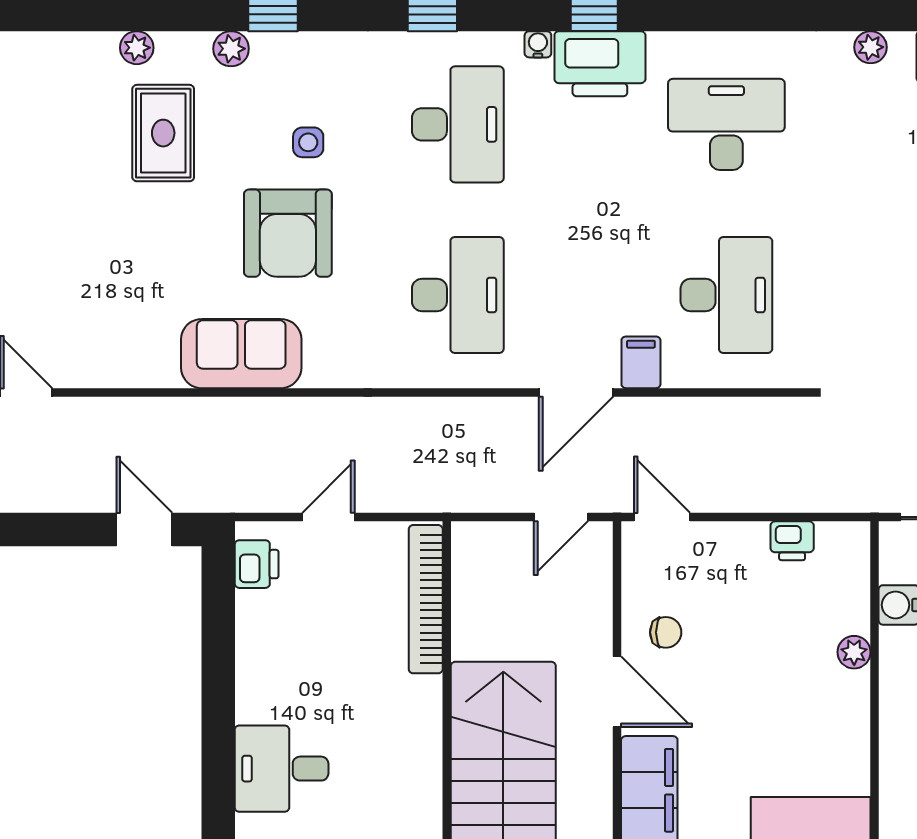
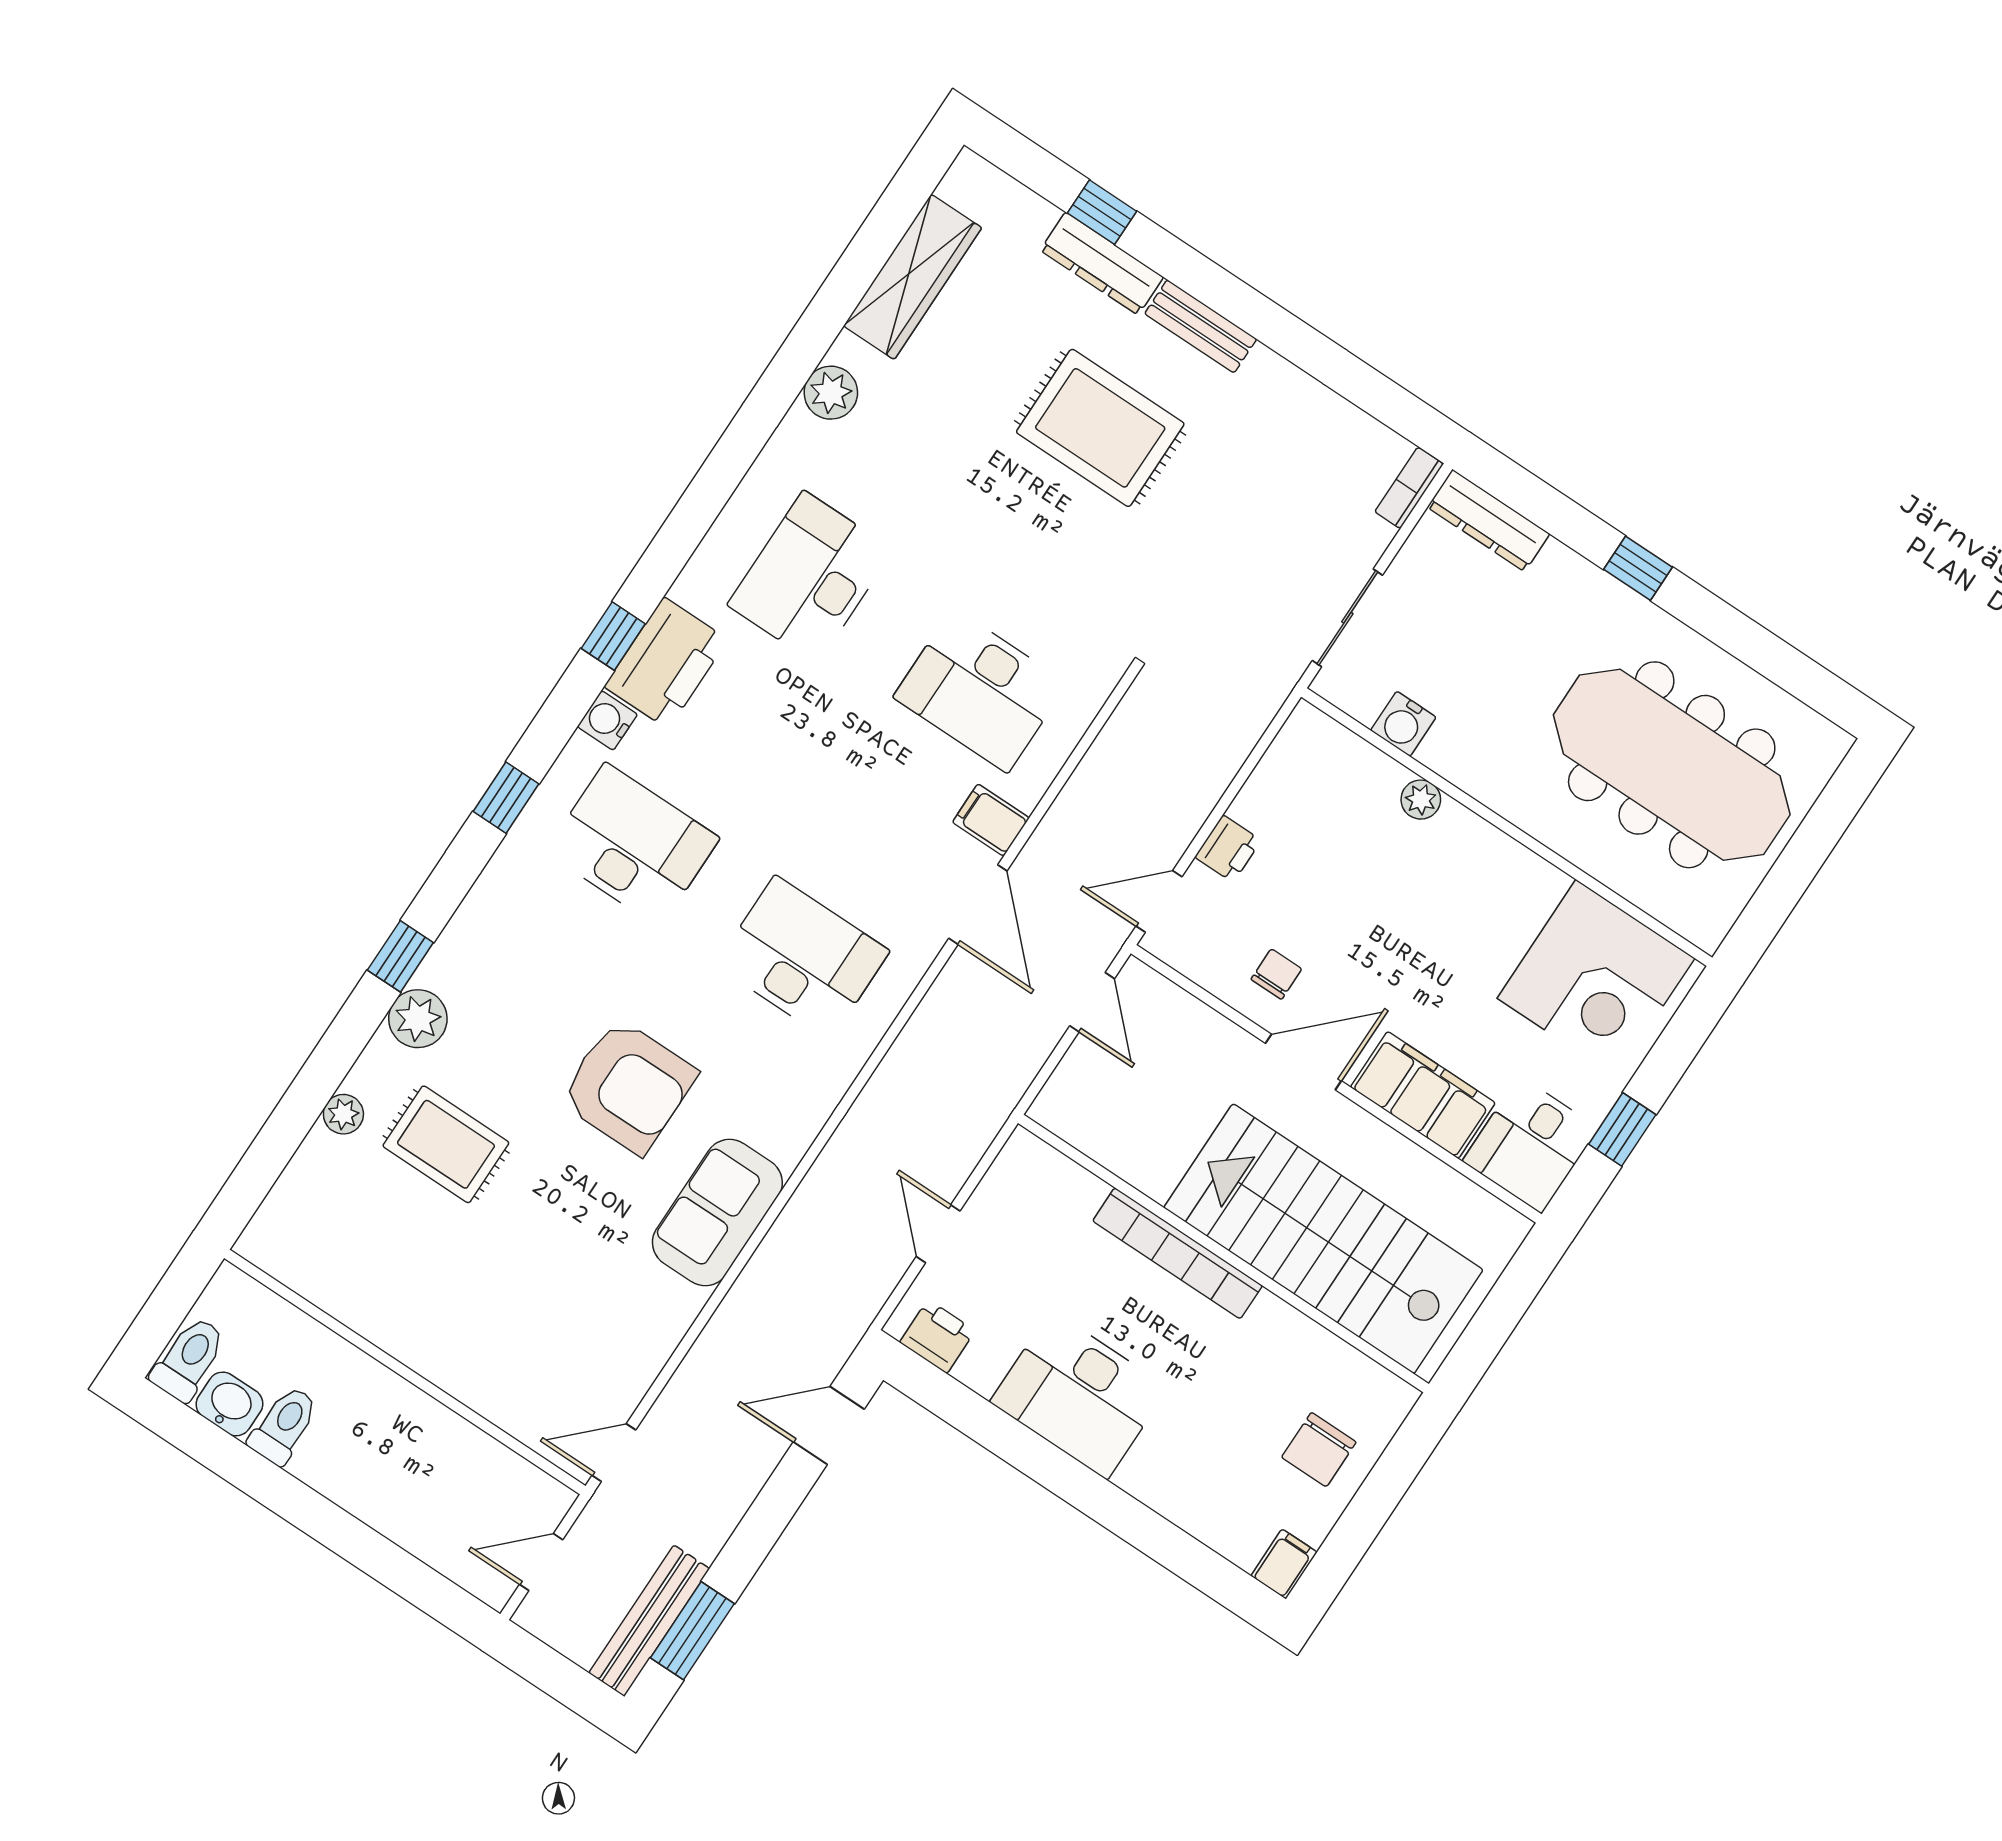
water cooler: (538, 44) -> (607, 720), width x1.38, depth x1.38
plant: (871, 47) -> (831, 393), width x1.38, depth x1.38
plant: (231, 49) -> (418, 1019), width x1.38, depth x1.38
side table: (308, 142) -> (551, 1006), removed
desk: (726, 295) -> (980, 690), turned 180
printer: (792, 541) -> (1228, 849), moved
bookcase: (426, 599) -> (1178, 1253), moved
desk: (282, 769) -> (1079, 1395), moved, width x1.37

